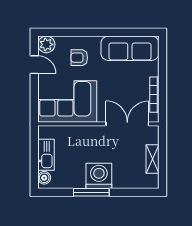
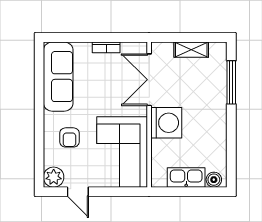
door: (34, 65) -> (78, 192), swing flipped
bookcase: (154, 95) -> (106, 47), width x0.64
washing machine: (99, 176) -> (166, 123), moved, turned 180
window: (91, 192) -> (231, 82), moved

